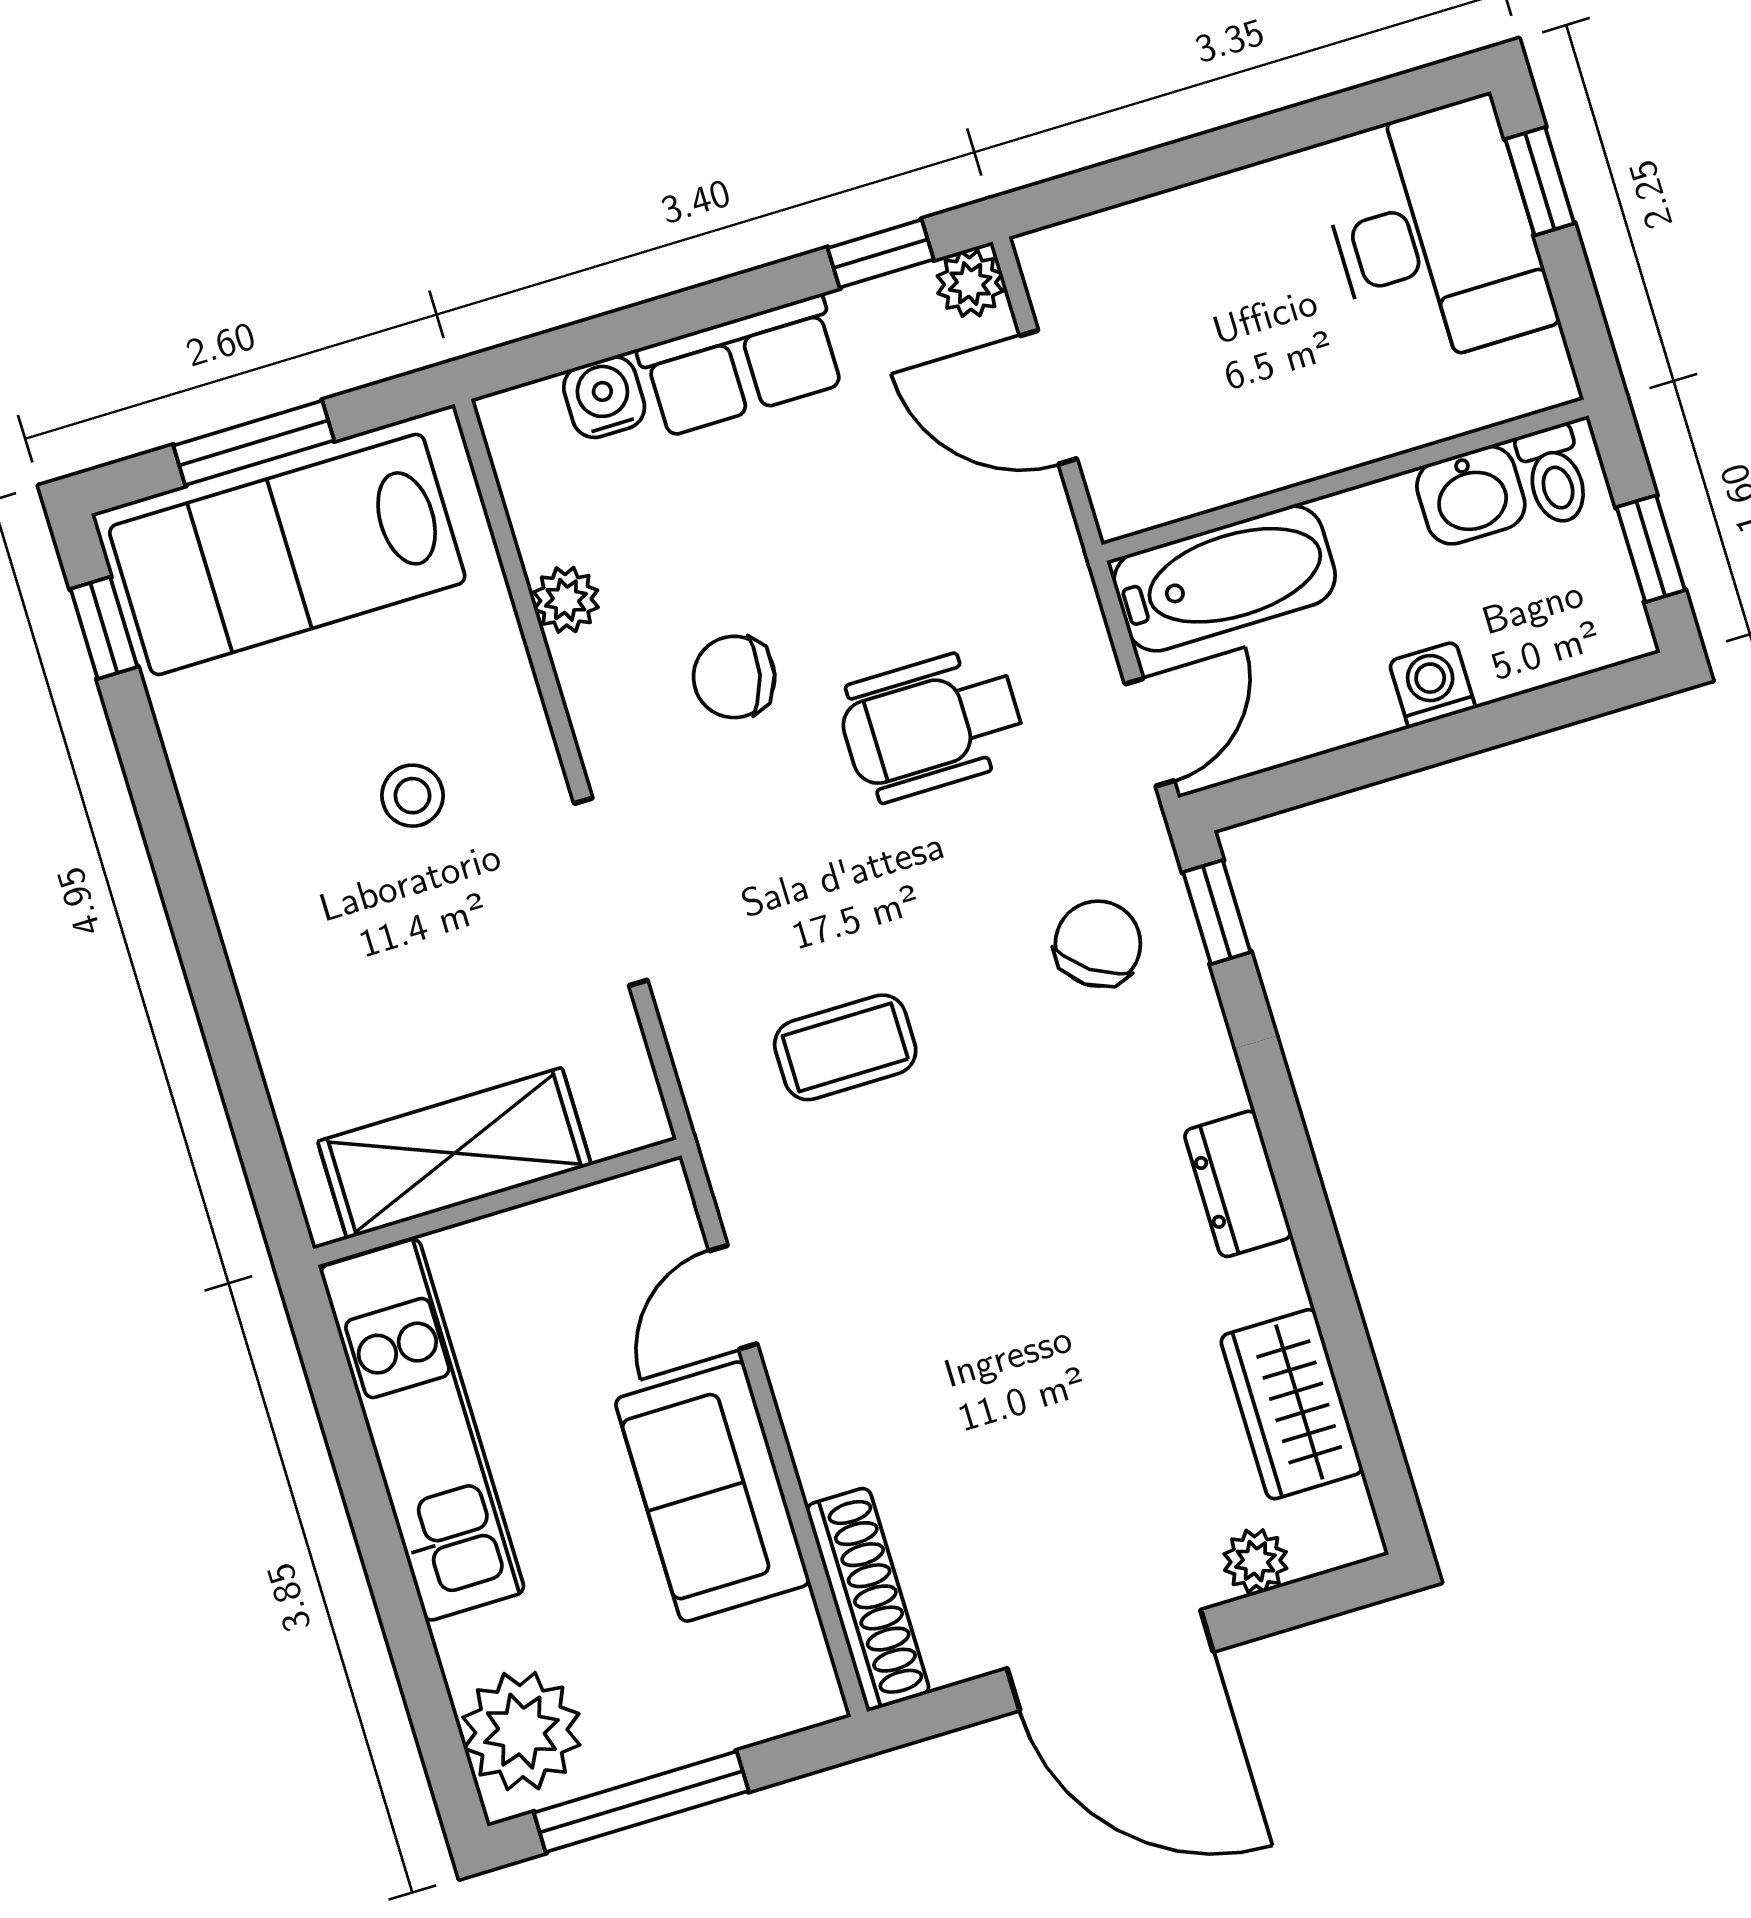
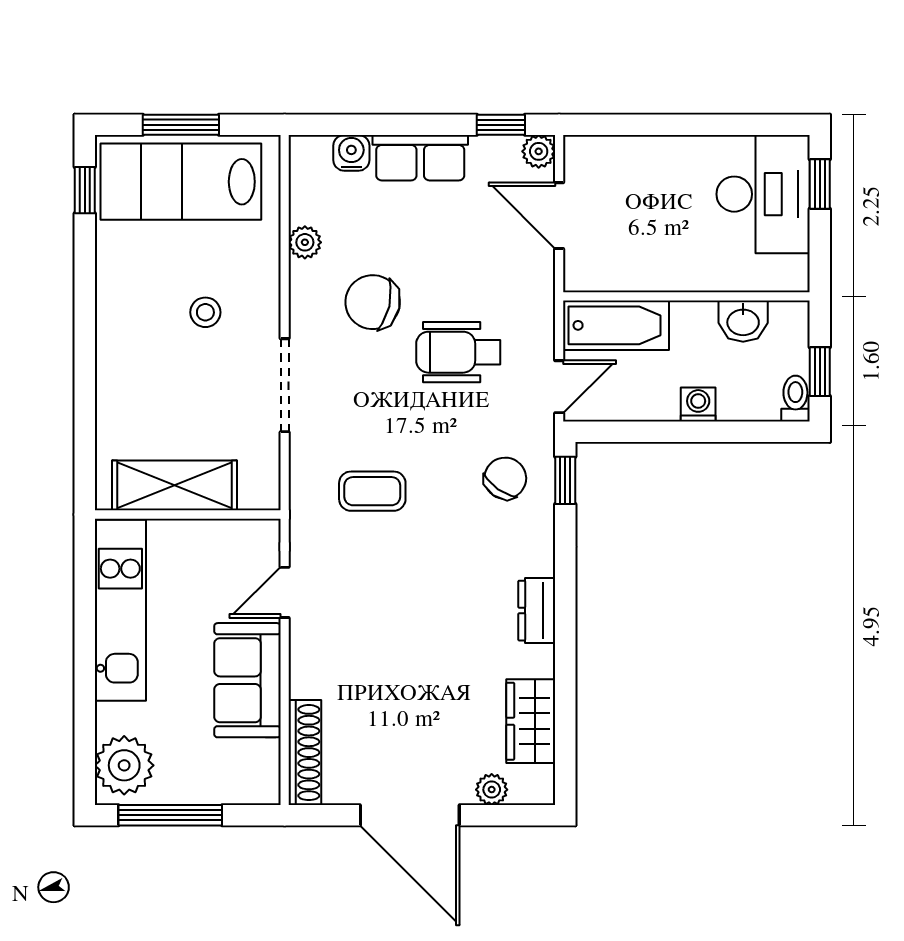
toilet: (1554, 475) -> (795, 399), moved, turned 180
chair: (734, 677) -> (373, 302), width x1.37, depth x1.37

